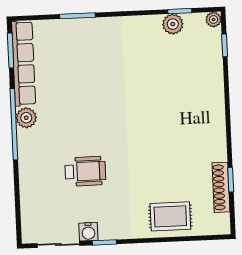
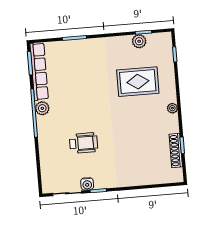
plant: (213, 20) -> (172, 108), moved
rug: (170, 216) -> (138, 82), moved, width x1.36, depth x1.43

